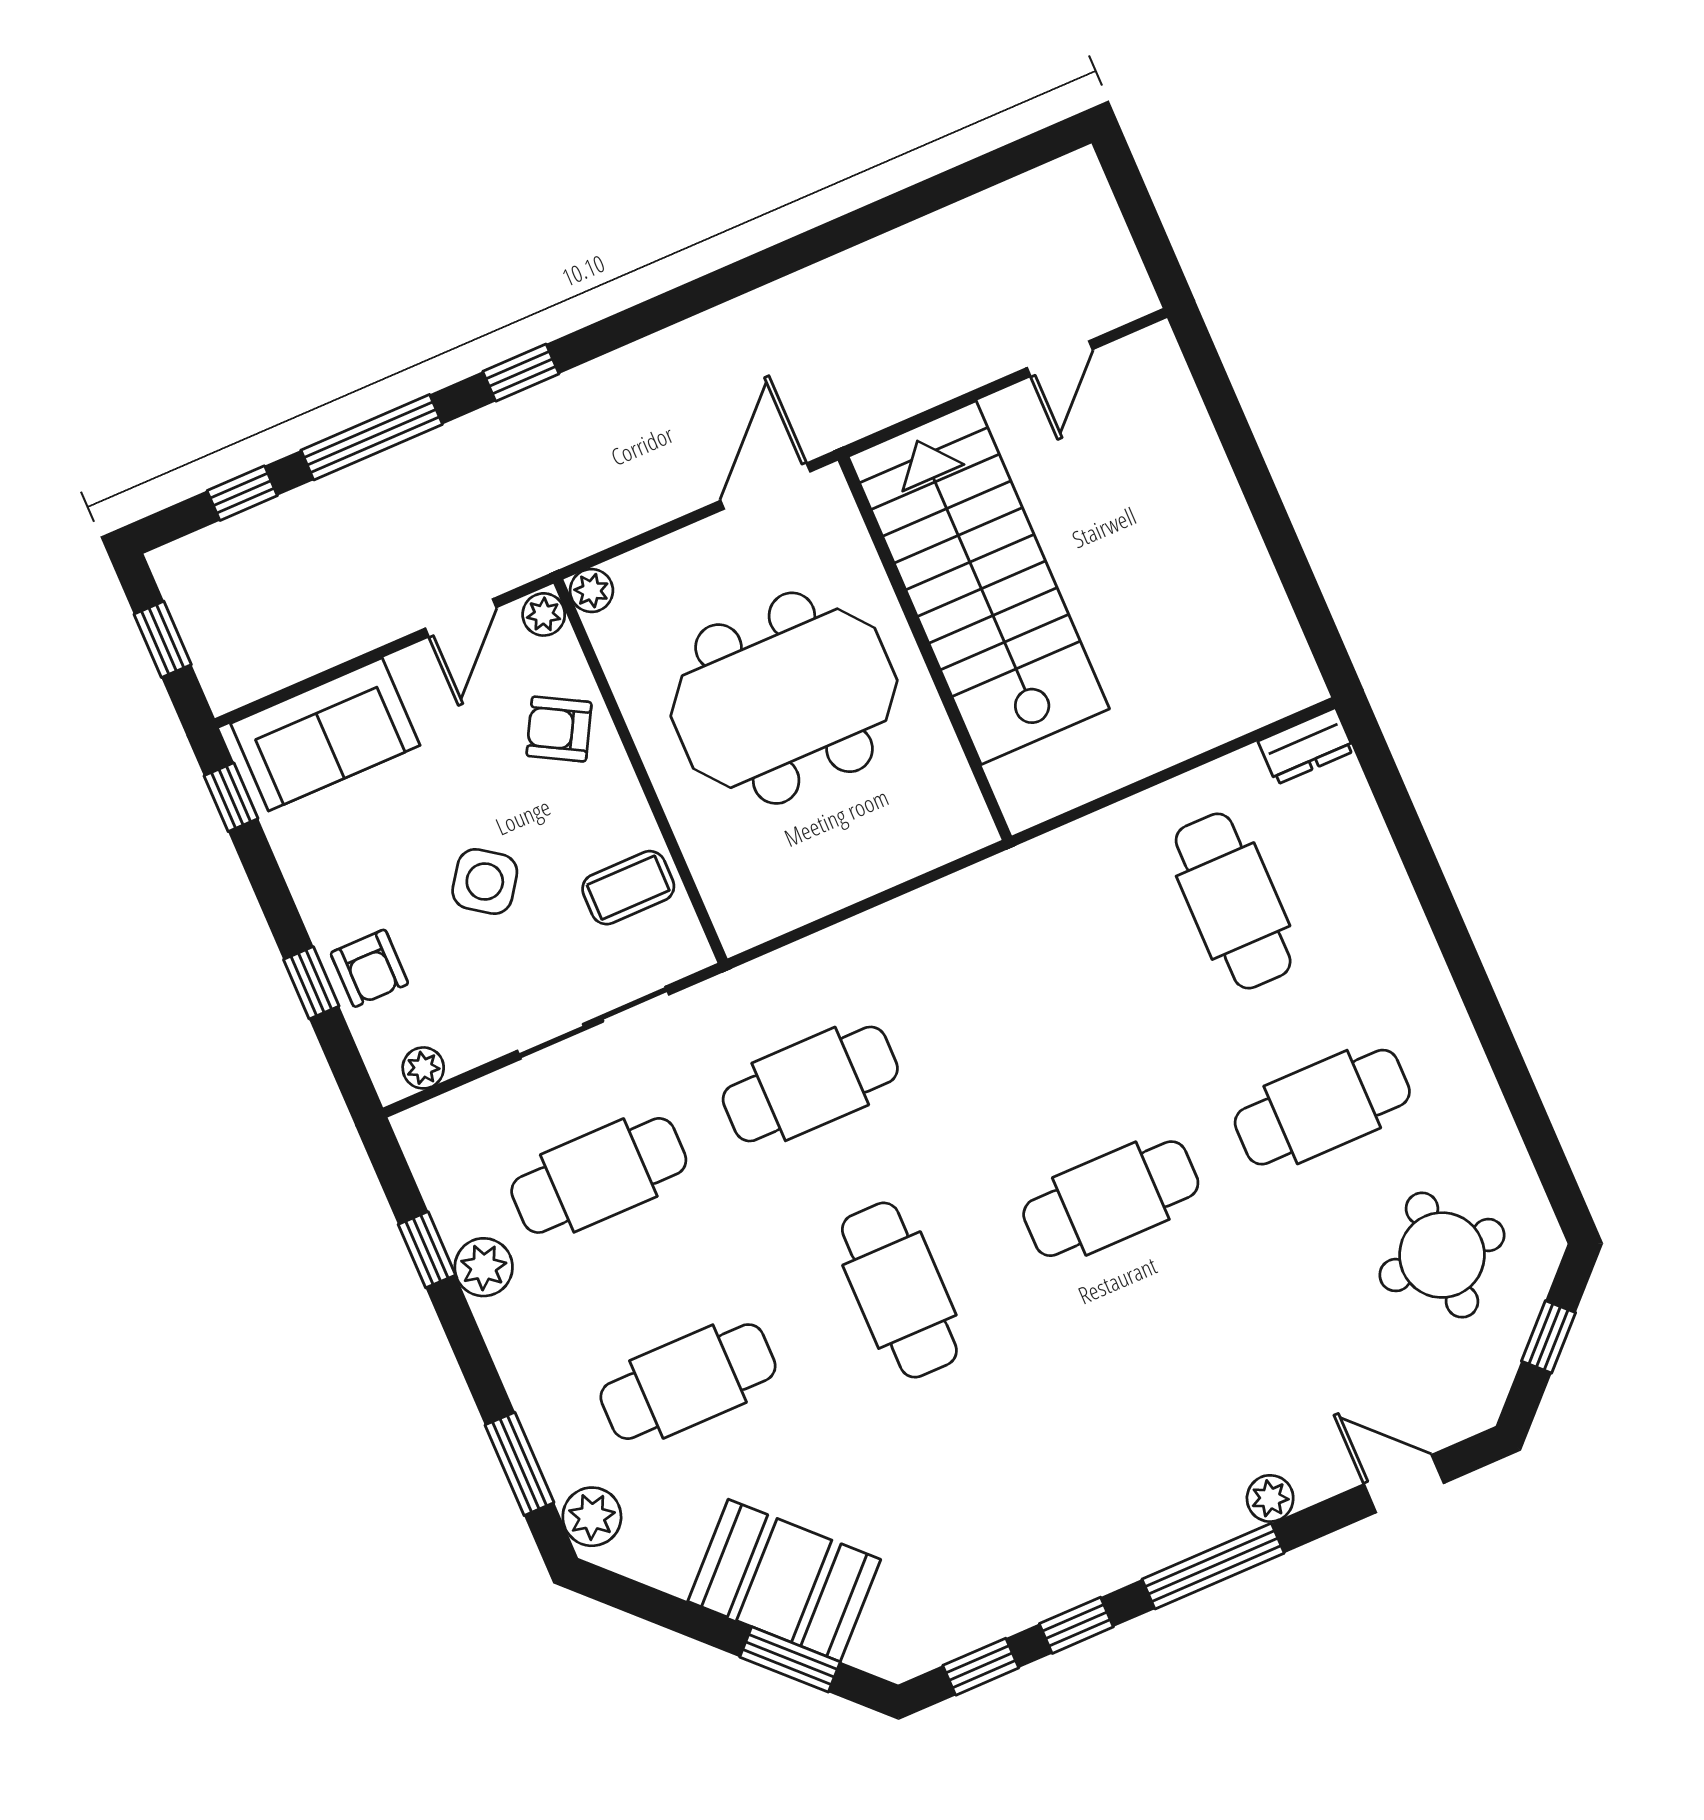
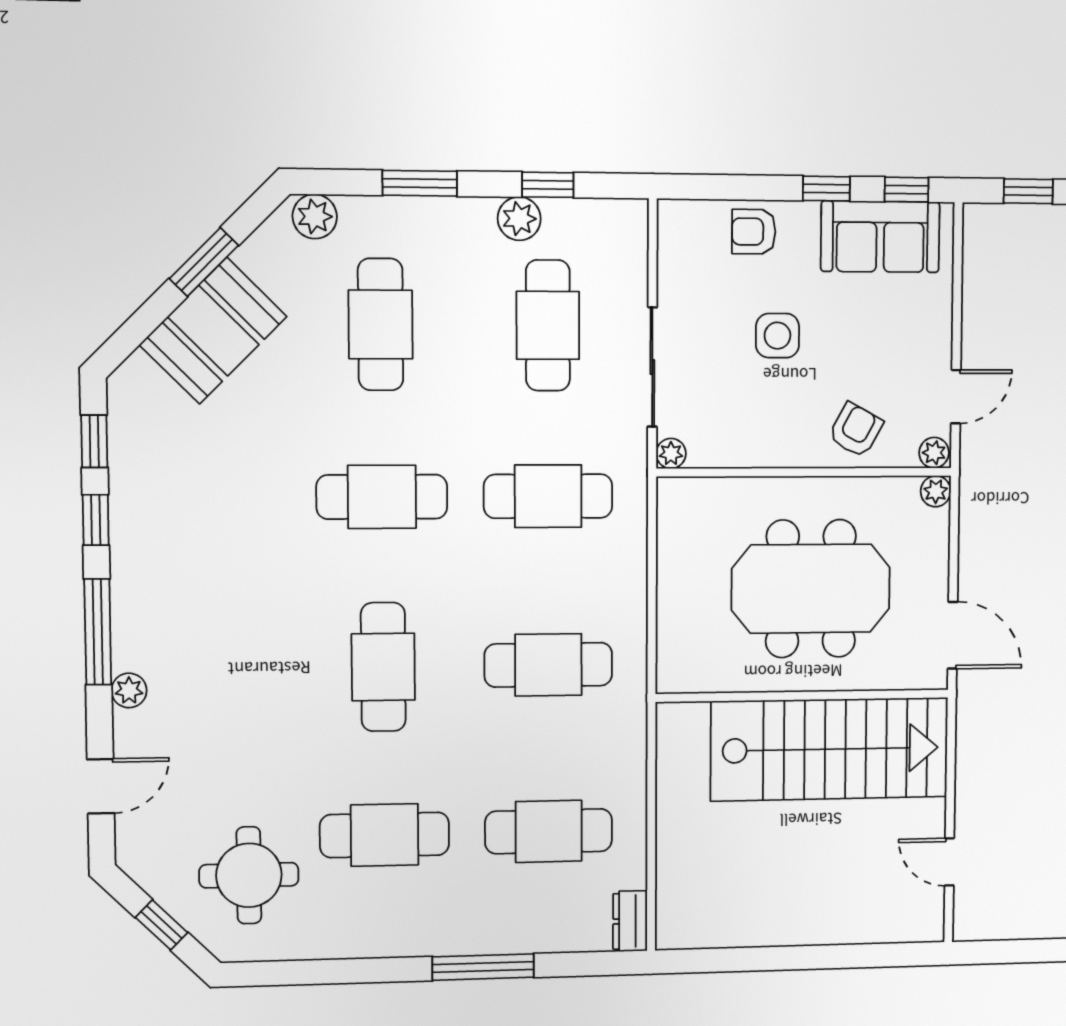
door: (461, 618) -> (956, 397), swing flipped
meeting table: (784, 698) -> (811, 589), turned 90
sofa: (325, 734) -> (880, 237), moved, turned -90
side table: (485, 881) -> (777, 336), turned -35
coffee table: (628, 888) -> (732, 430), removed
window: (1441, 910) -> (483, 967), added
window: (311, 983) -> (826, 189), moved
cafe table: (1022, 993) -> (548, 665), added
plant: (423, 1068) -> (671, 454), moved
cafe table: (810, 1084) -> (548, 496), turned 90
cafe table: (1322, 1107) -> (385, 835), turned 90
window: (519, 1464) -> (420, 183), moved
window: (790, 1659) -> (204, 262), moved

